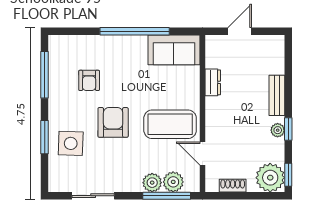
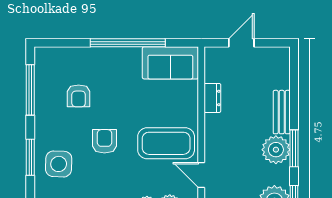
armchair: (113, 122) -> (104, 141), width x0.72, depth x0.72
window: (288, 129) -> (294, 148), width x1.50
plant: (278, 130) -> (276, 150), width x1.88, depth x1.88

